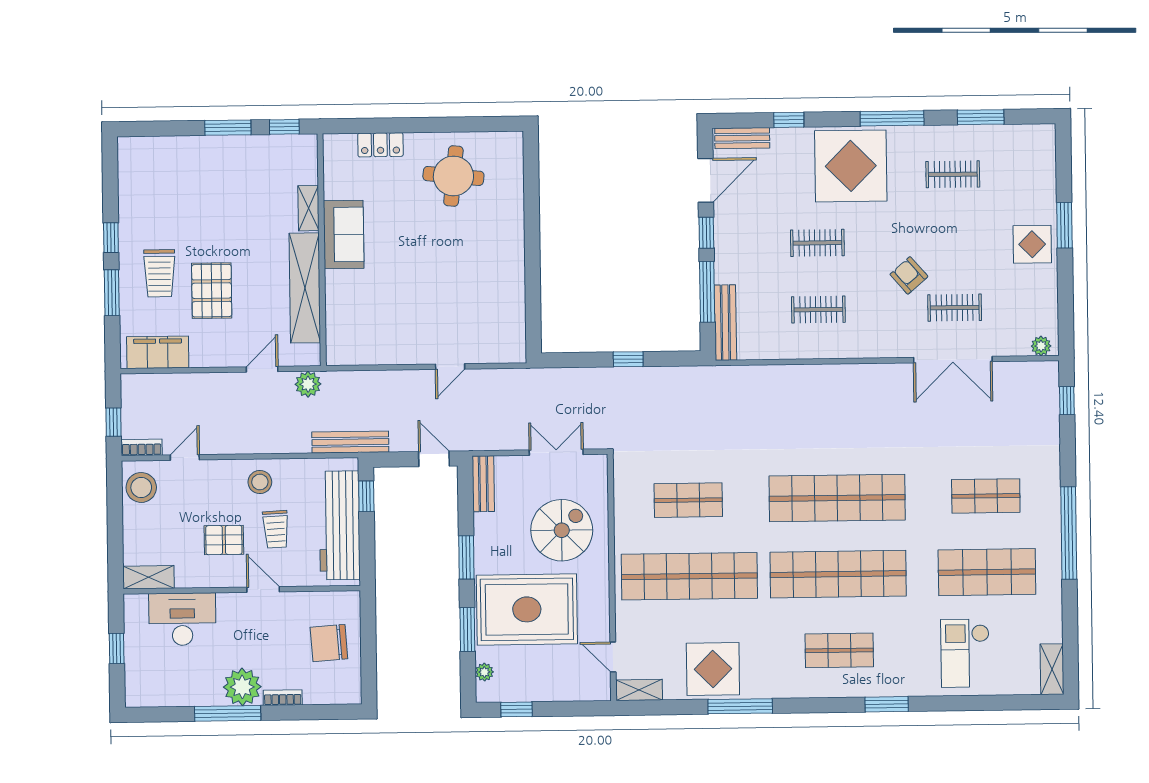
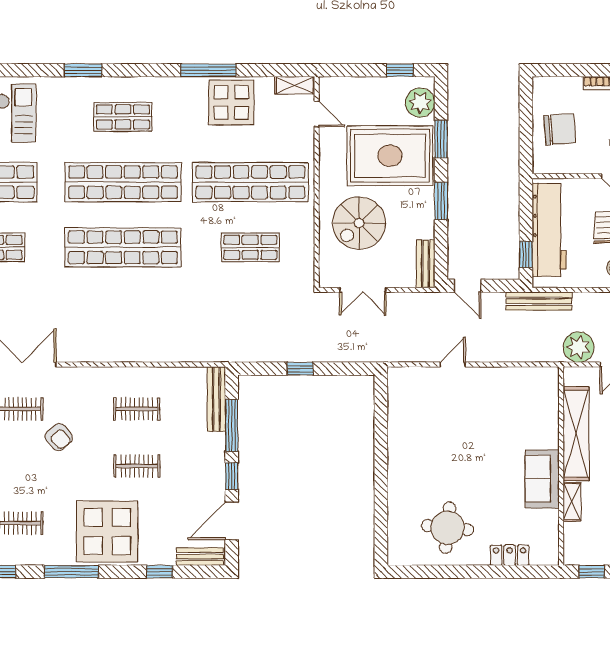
plant: (308, 384) -> (579, 347), width x1.36, depth x1.36
plant: (484, 672) -> (420, 103), width x1.88, depth x1.88

